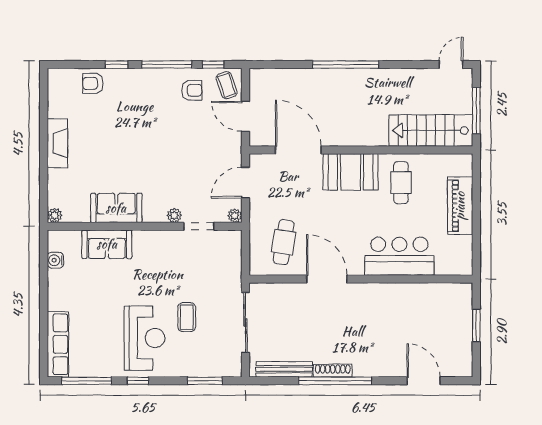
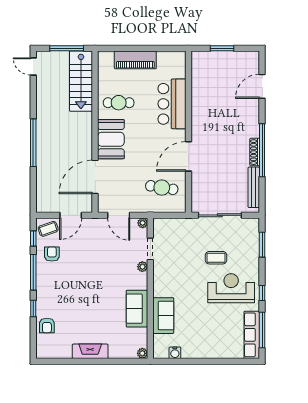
row of seats: (58, 344) -> (252, 335), moved, turned -90

